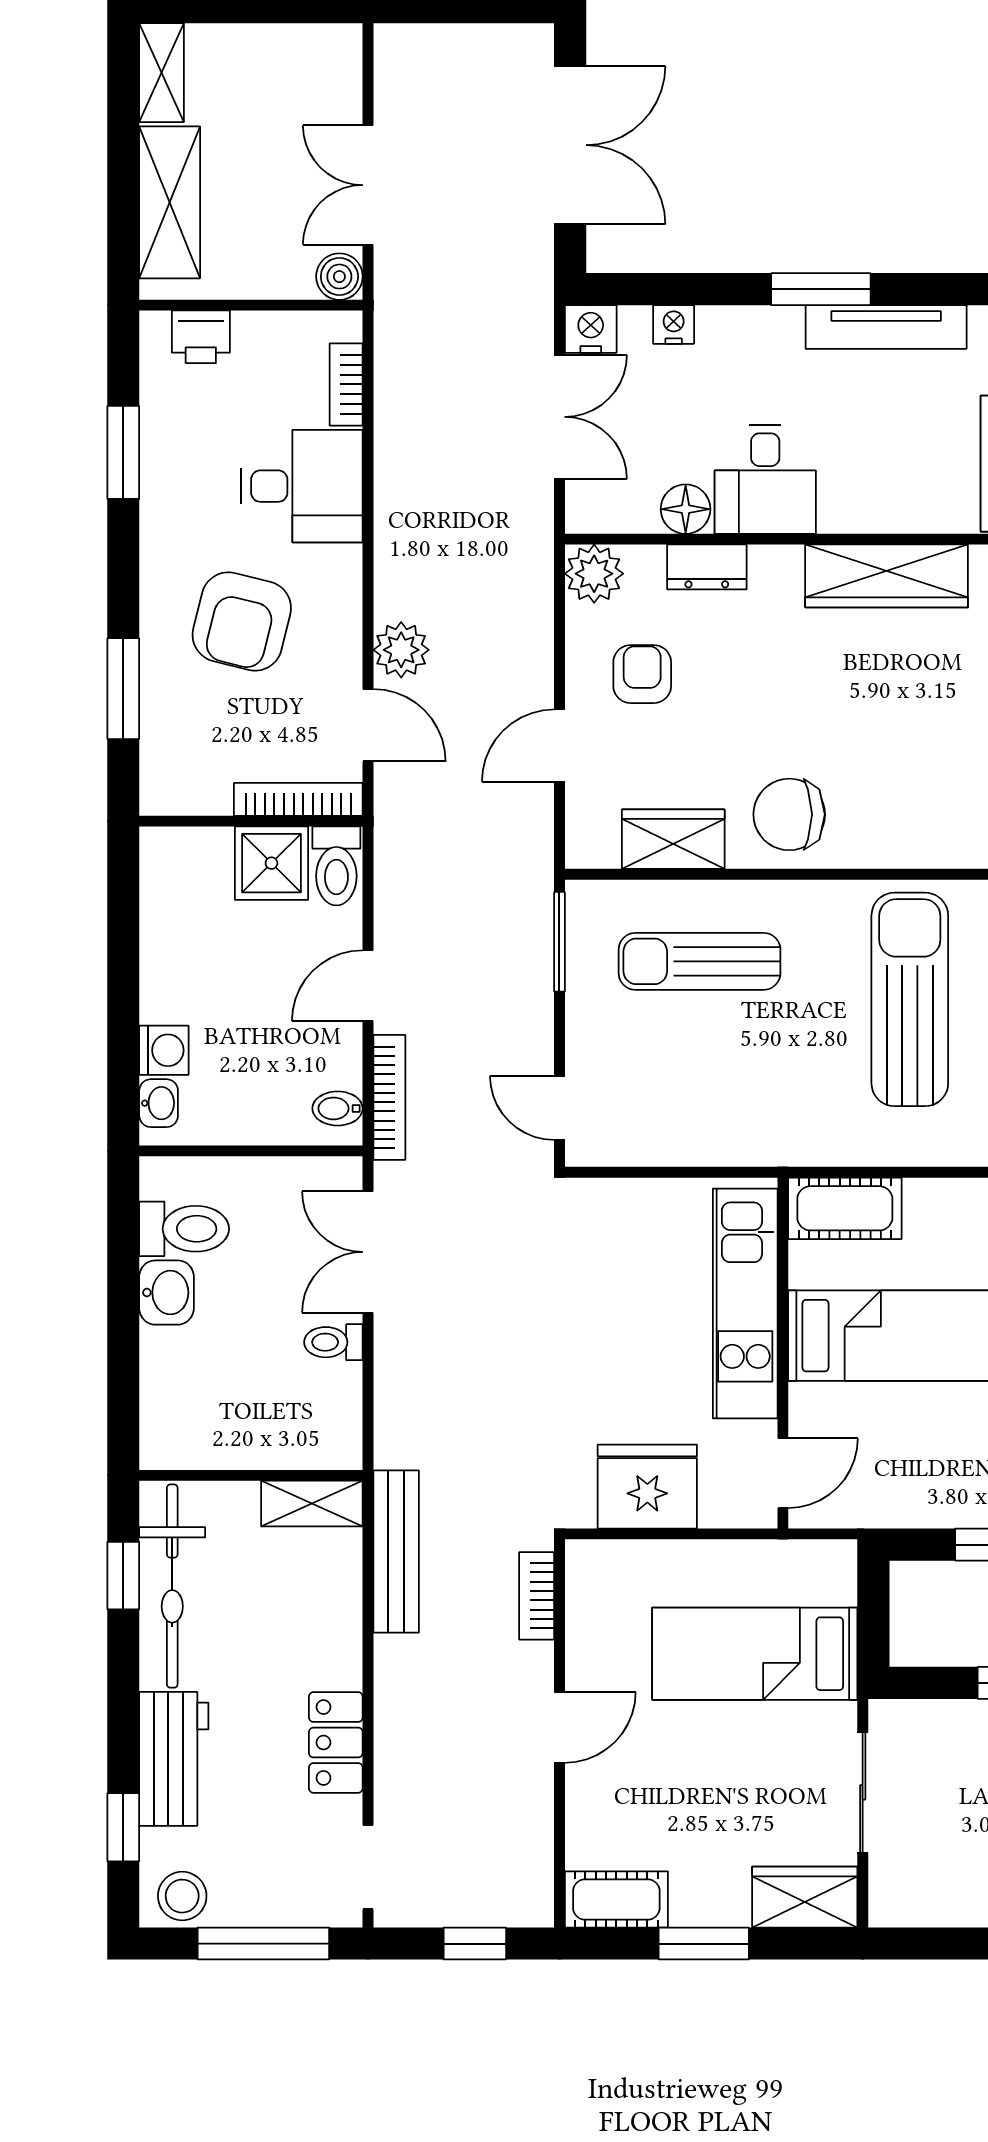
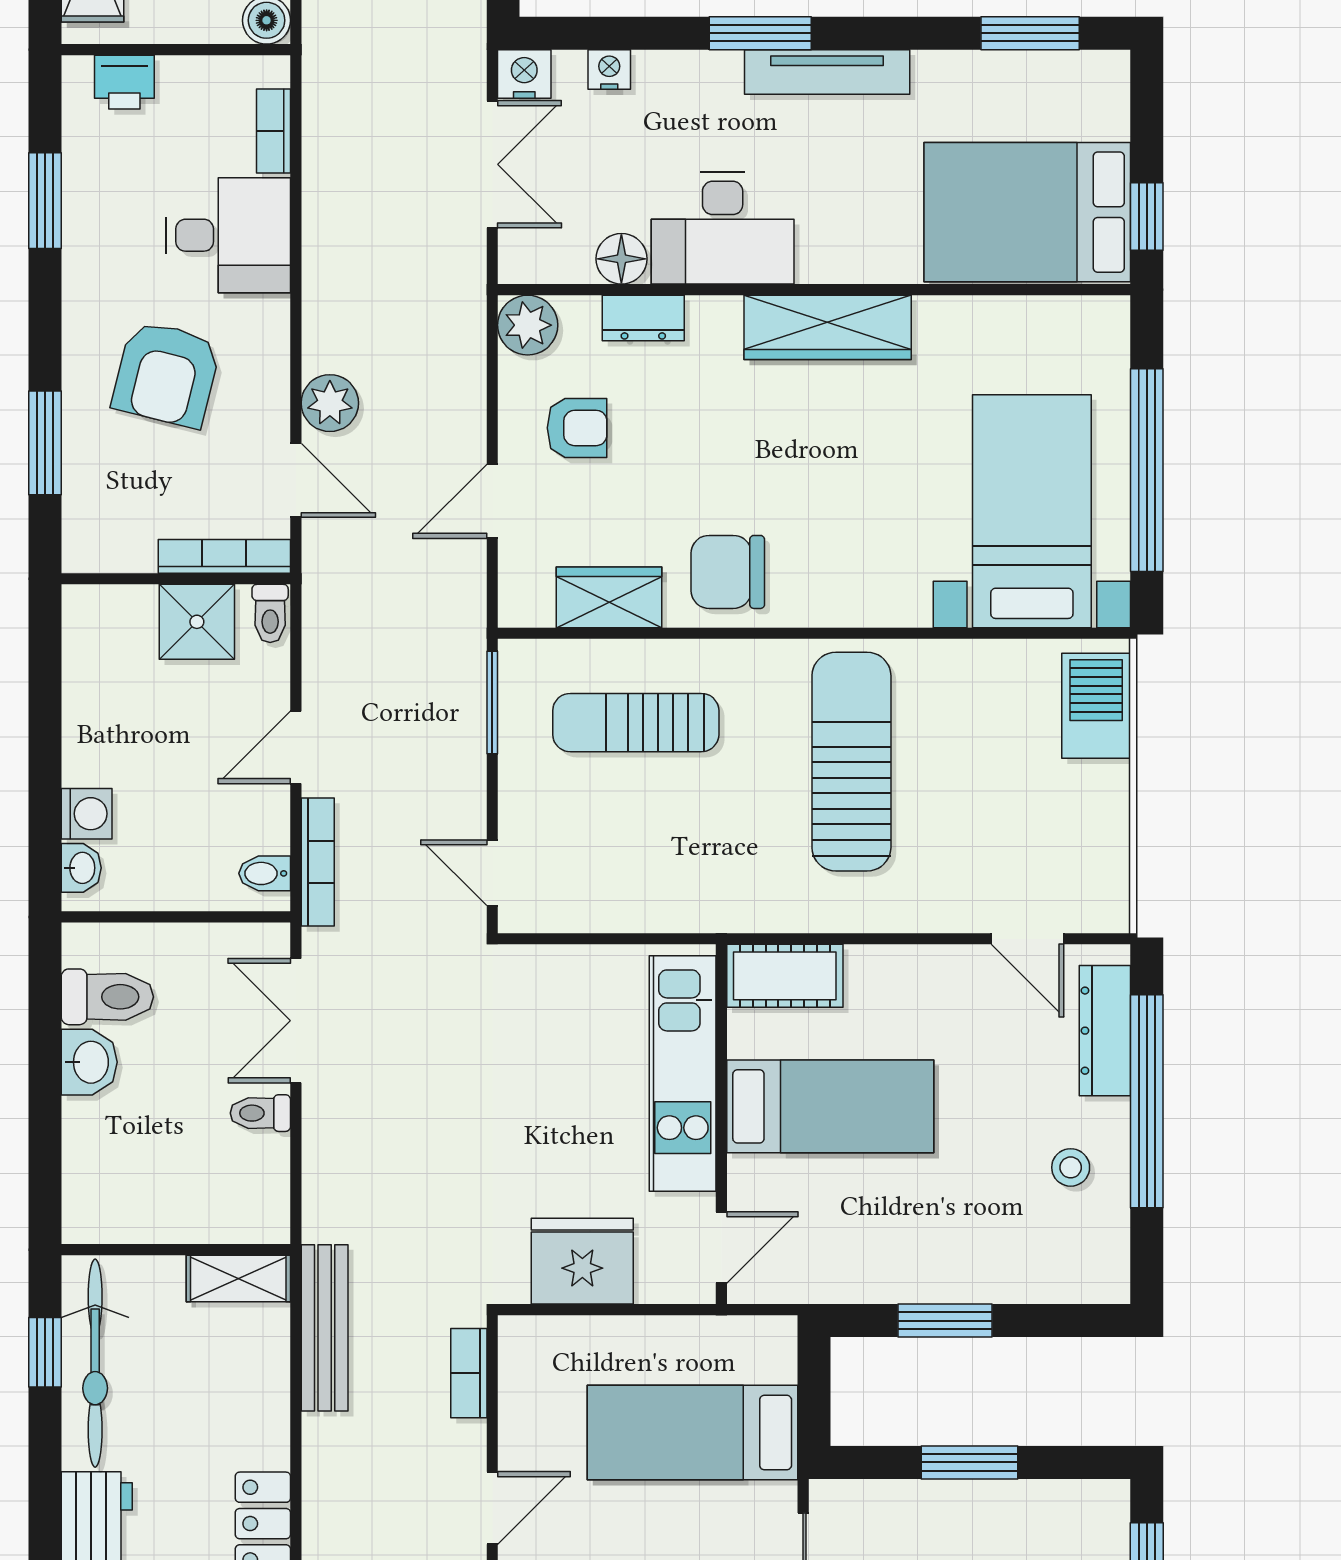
desk: (765, 479) -> (723, 228), width x1.37
armchair: (642, 674) -> (577, 428), turned 90
toilet: (336, 866) -> (270, 613), width x0.73, depth x0.72

